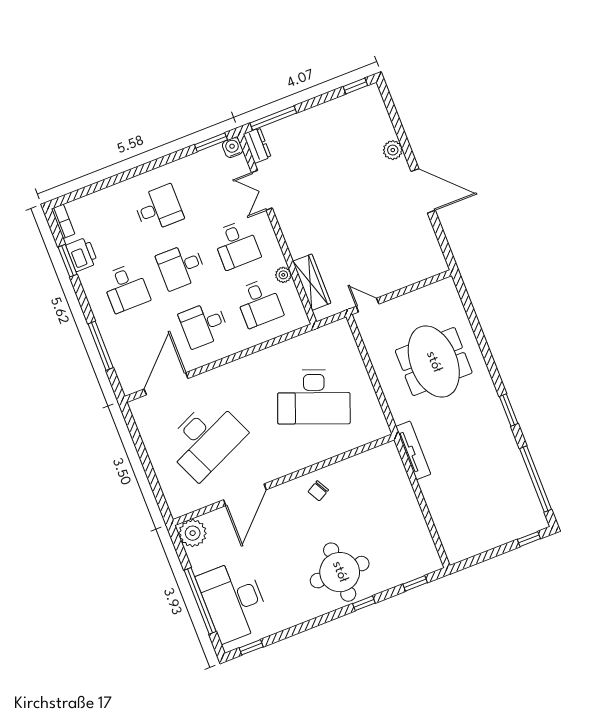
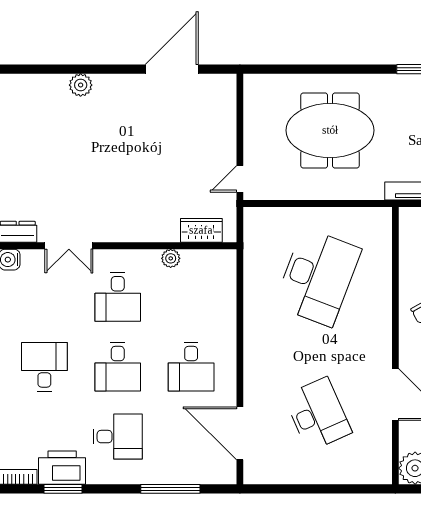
door: (423, 191) -> (172, 69), moved
desk: (236, 245) -> (118, 297), turned 90
printer: (82, 254) -> (62, 468), width x1.37, depth x1.19
wardrobe: (312, 282) -> (201, 230), width x0.67
desk: (259, 303) -> (191, 297), removed
desk: (205, 439) -> (318, 414), width x0.73, depth x0.77

